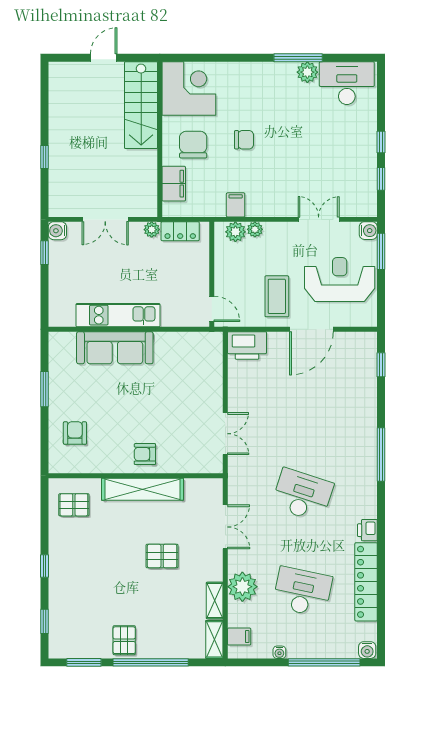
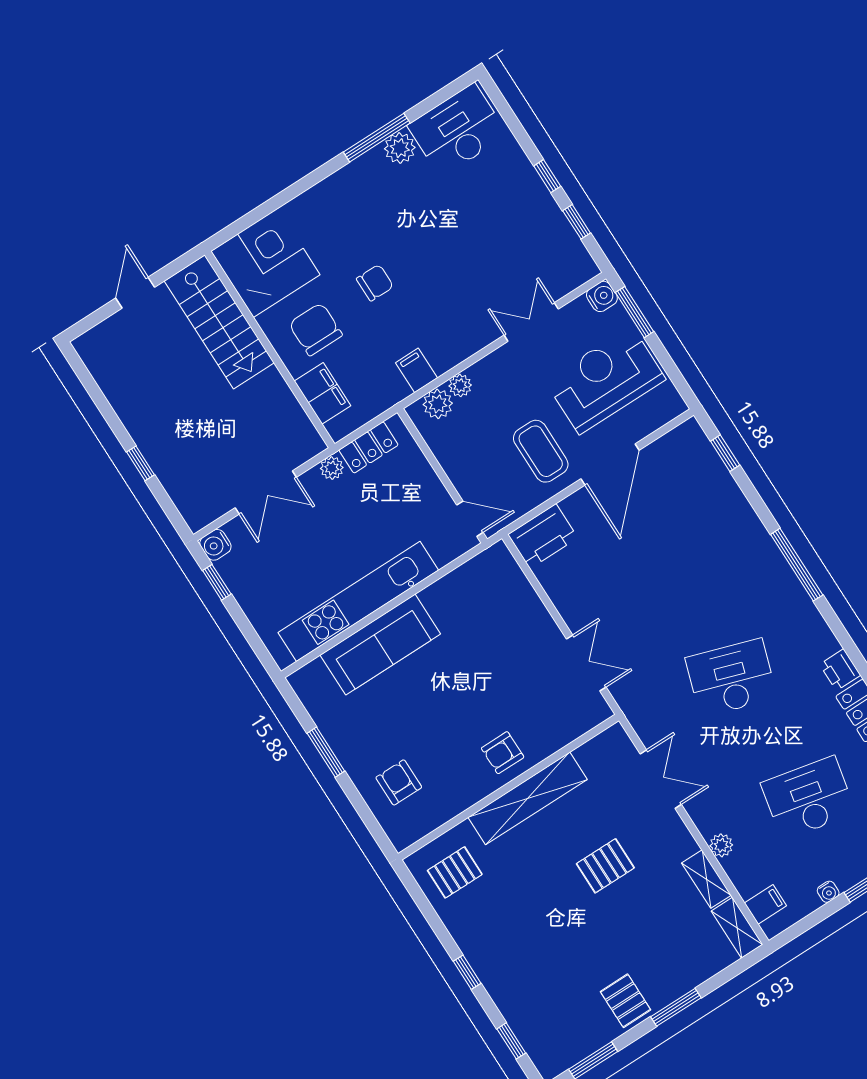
kitchen unit: (118, 315) -> (358, 601), width x1.36
plant: (242, 587) -> (721, 845), width x0.53, depth x0.53
window: (151, 662) -> (676, 1007), width x0.47

